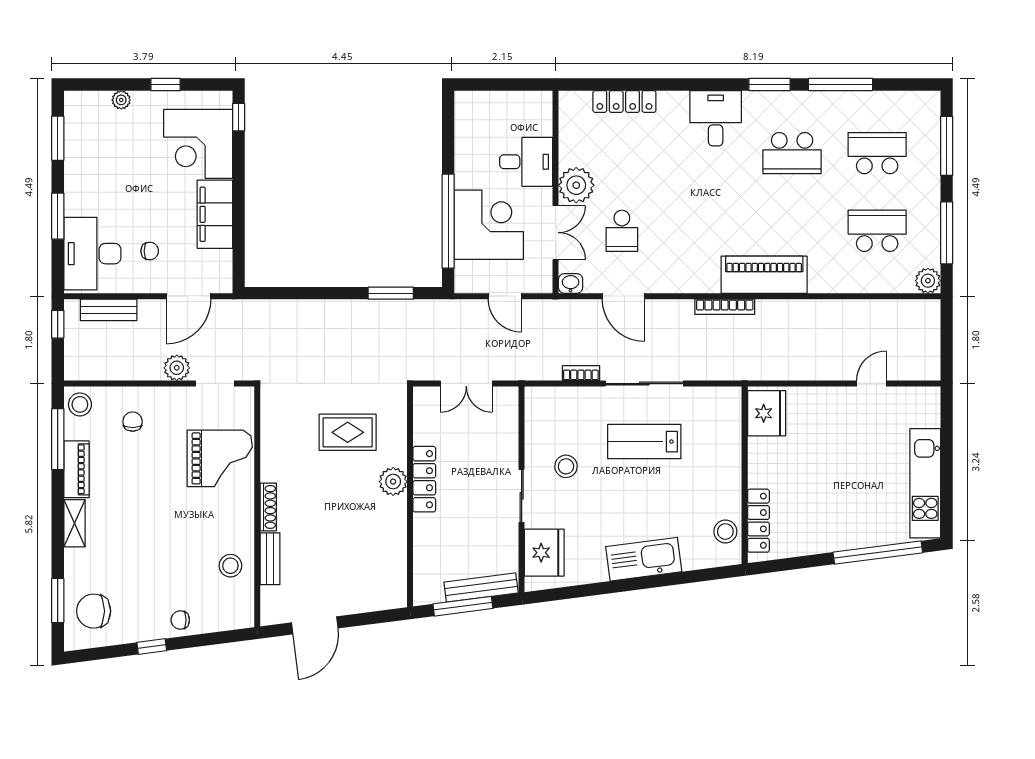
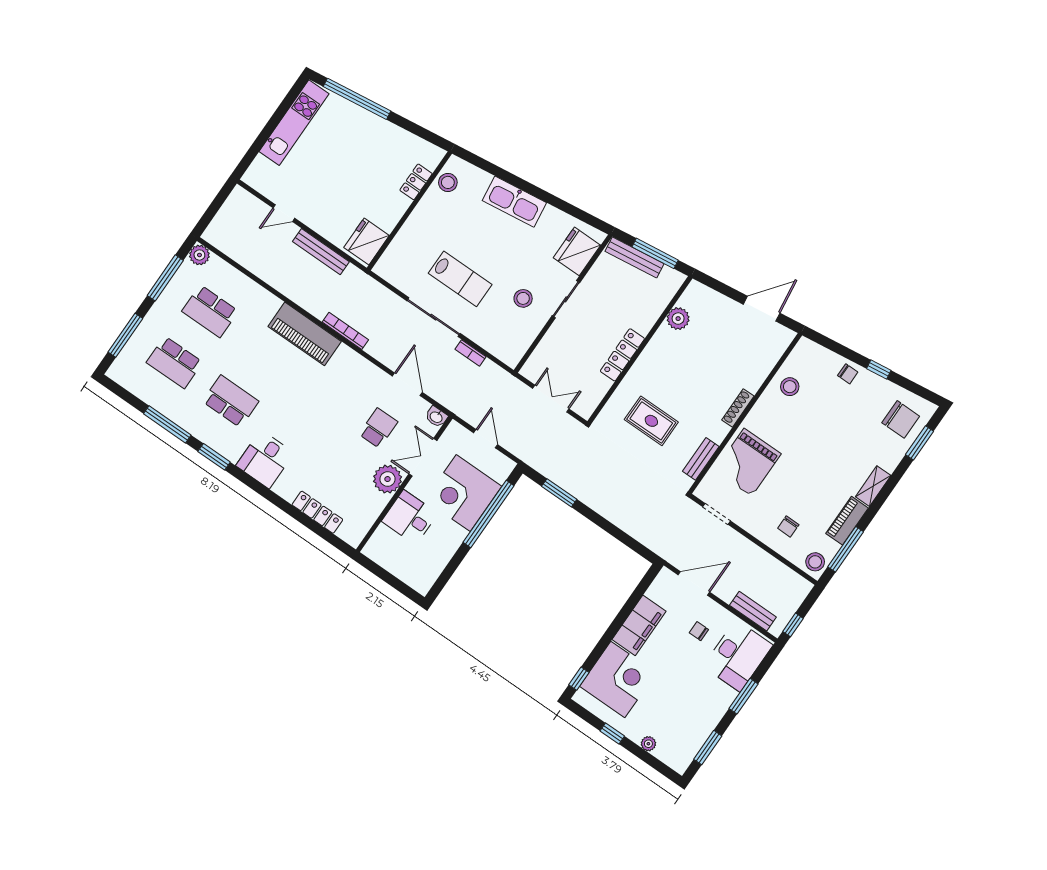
plant: (177, 368) -> (734, 542), removed
bench: (806, 370) -> (321, 252), added
grand piano: (220, 458) -> (748, 462), turned -90
plant: (393, 482) -> (678, 319), moved
locker: (758, 521) -> (416, 182), width x0.66
bench: (270, 559) -> (701, 459), moved

